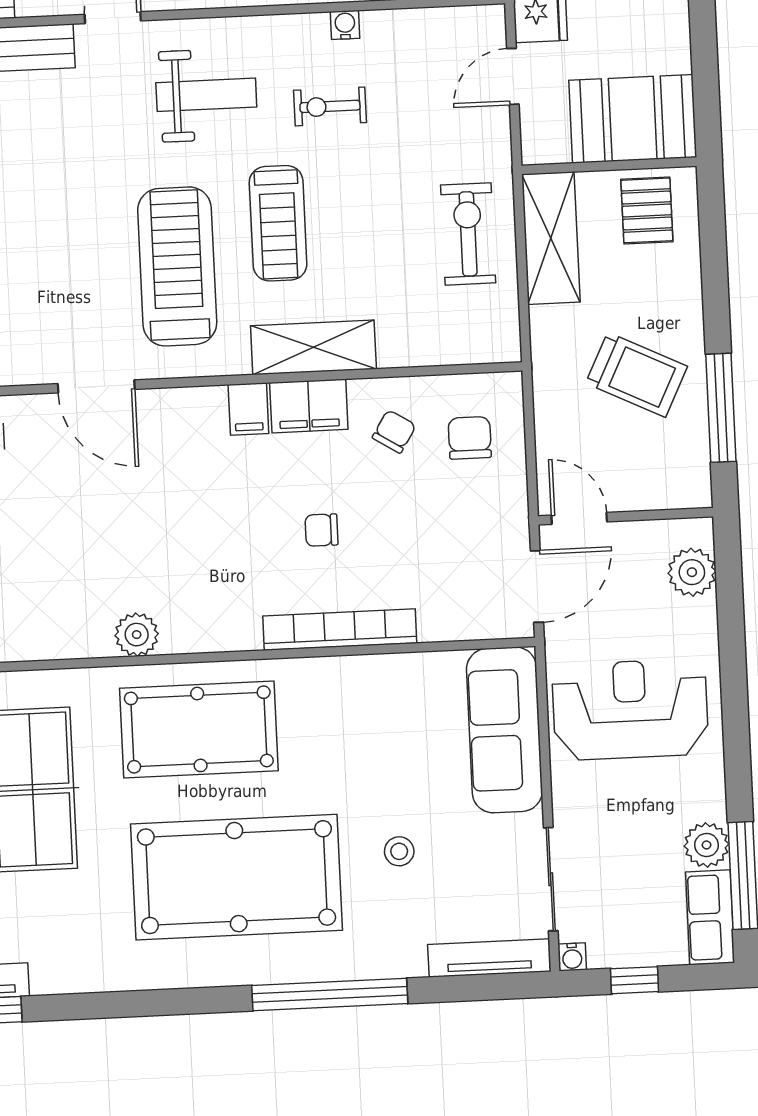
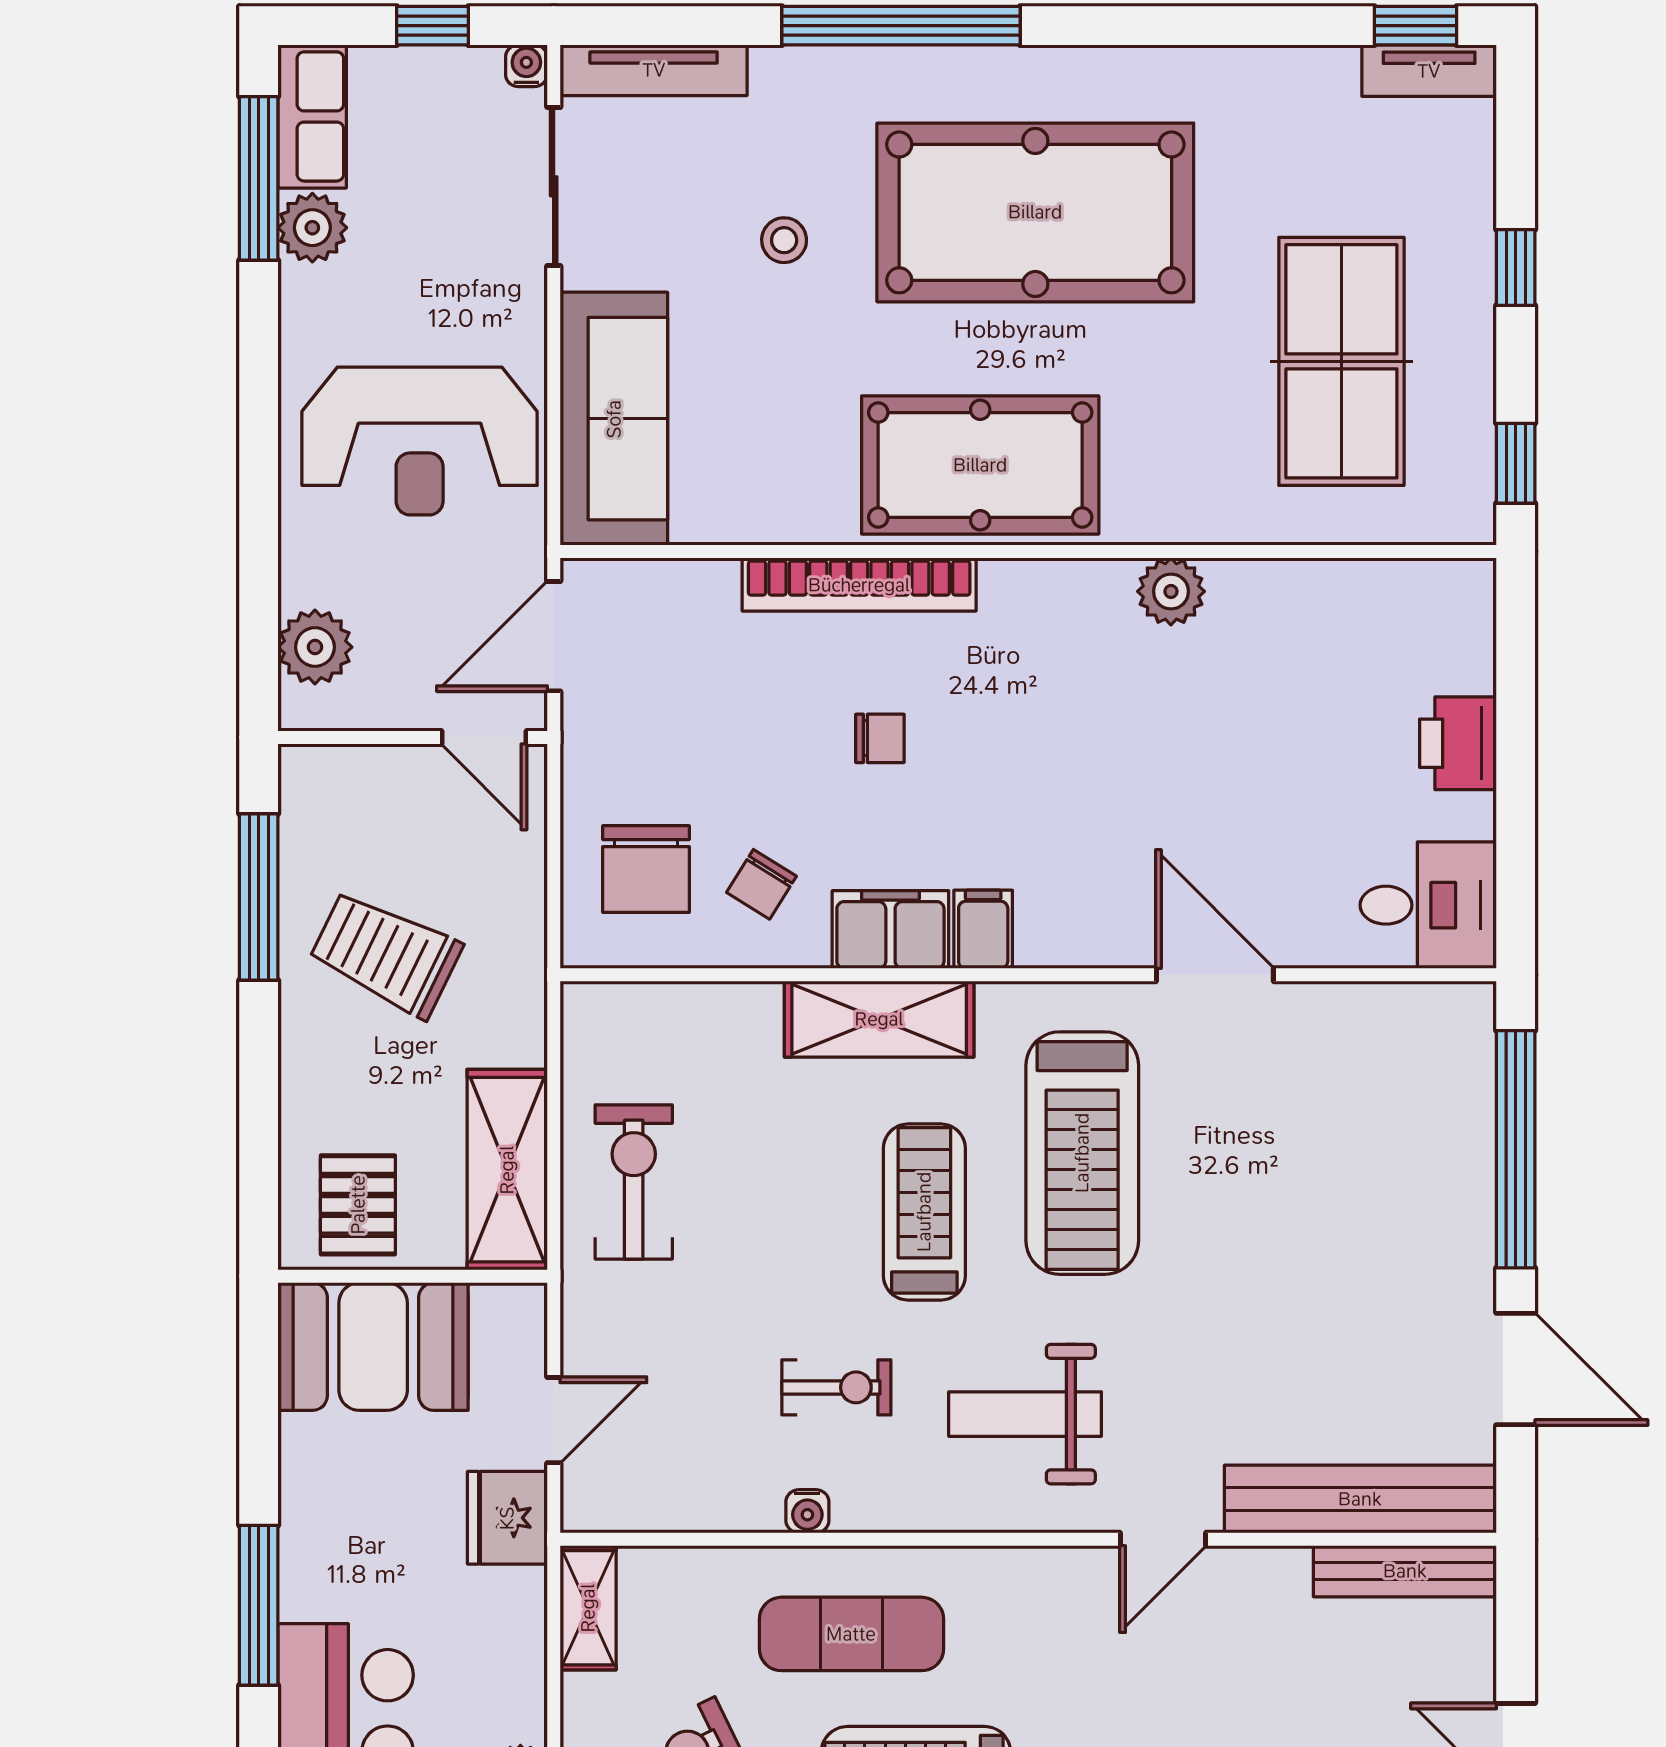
exercise bike: (468, 234) -> (634, 1182), turned 180
chair: (470, 438) -> (646, 869), width x1.37, depth x1.37
pool table: (199, 729) -> (980, 465), moved

